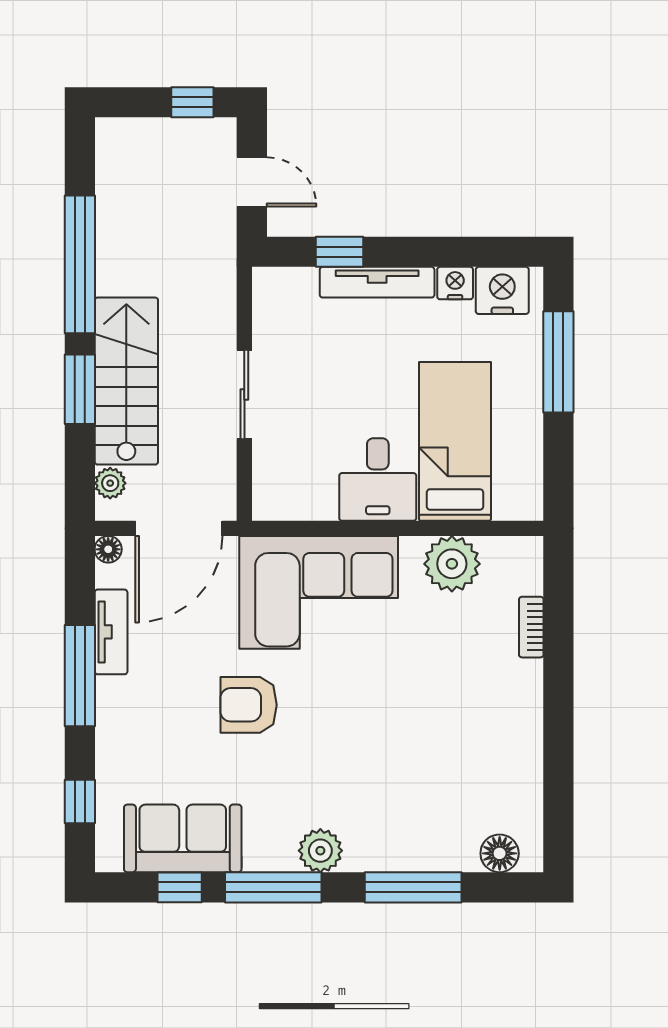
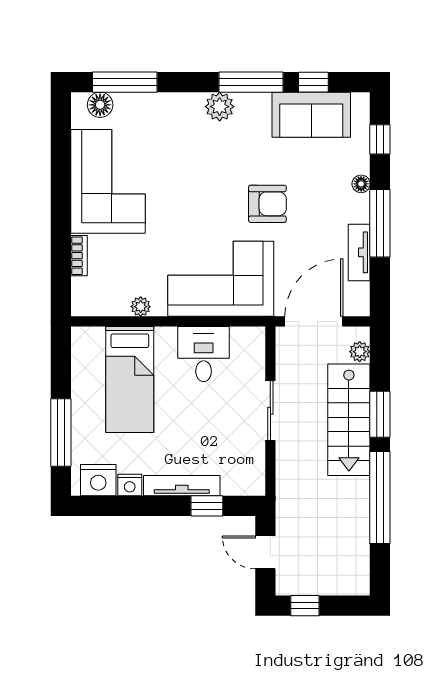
desk: (378, 480) -> (204, 354), moved
floor lamp: (108, 549) -> (361, 184), moved
plant: (452, 564) -> (141, 307), width x0.53, depth x0.53
corner sofa: (488, 738) -> (108, 181), added
window: (413, 887) -> (125, 82), moved

